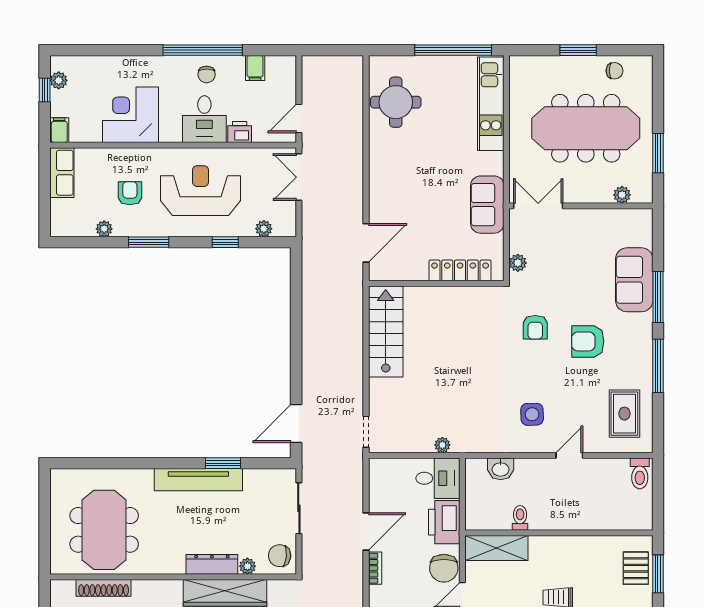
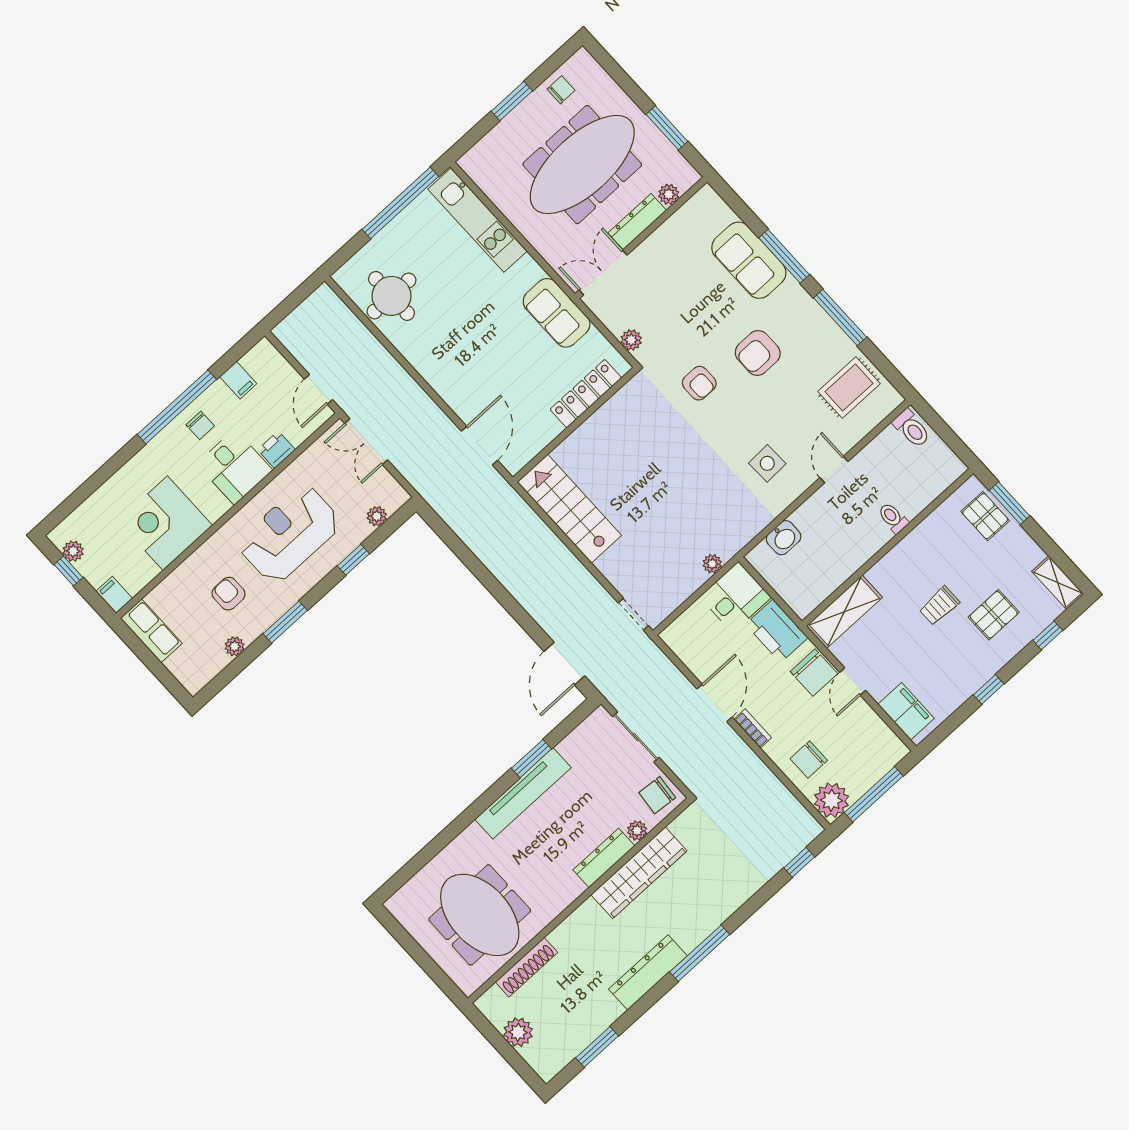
dresser: (588, 194) -> (637, 222), added
rug: (624, 414) -> (849, 388), turned 90
toilet: (520, 518) -> (893, 518), moved

